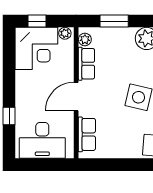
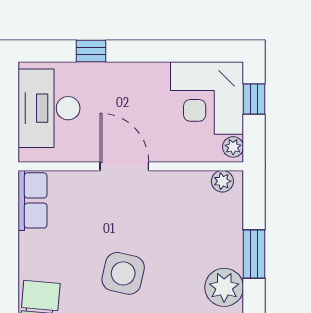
window: (114, 21) -> (254, 254), moved
row of seats: (86, 64) -> (181, 184), removed
row of seats: (87, 134) -> (32, 200), moved, turned -90

